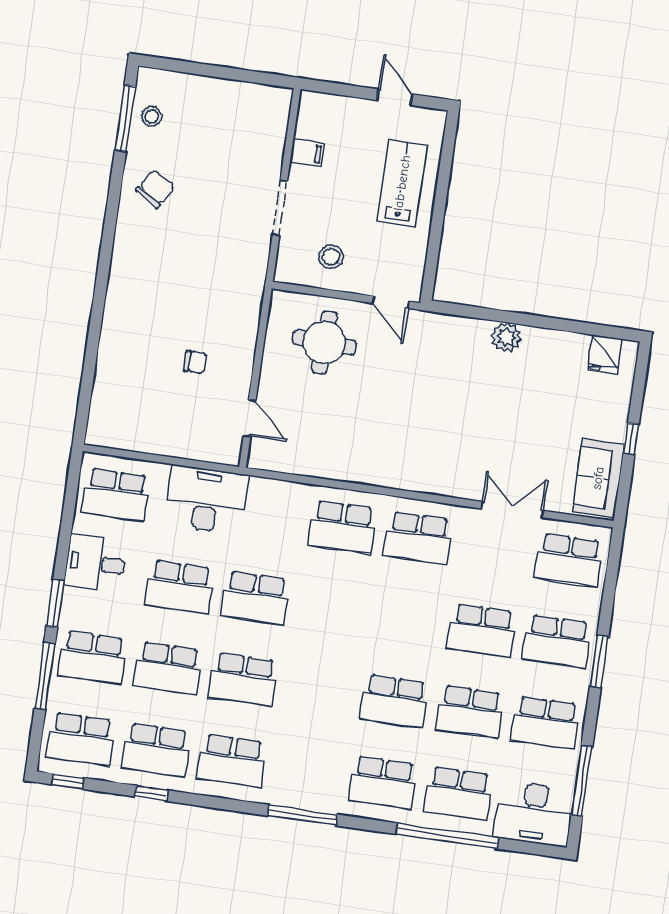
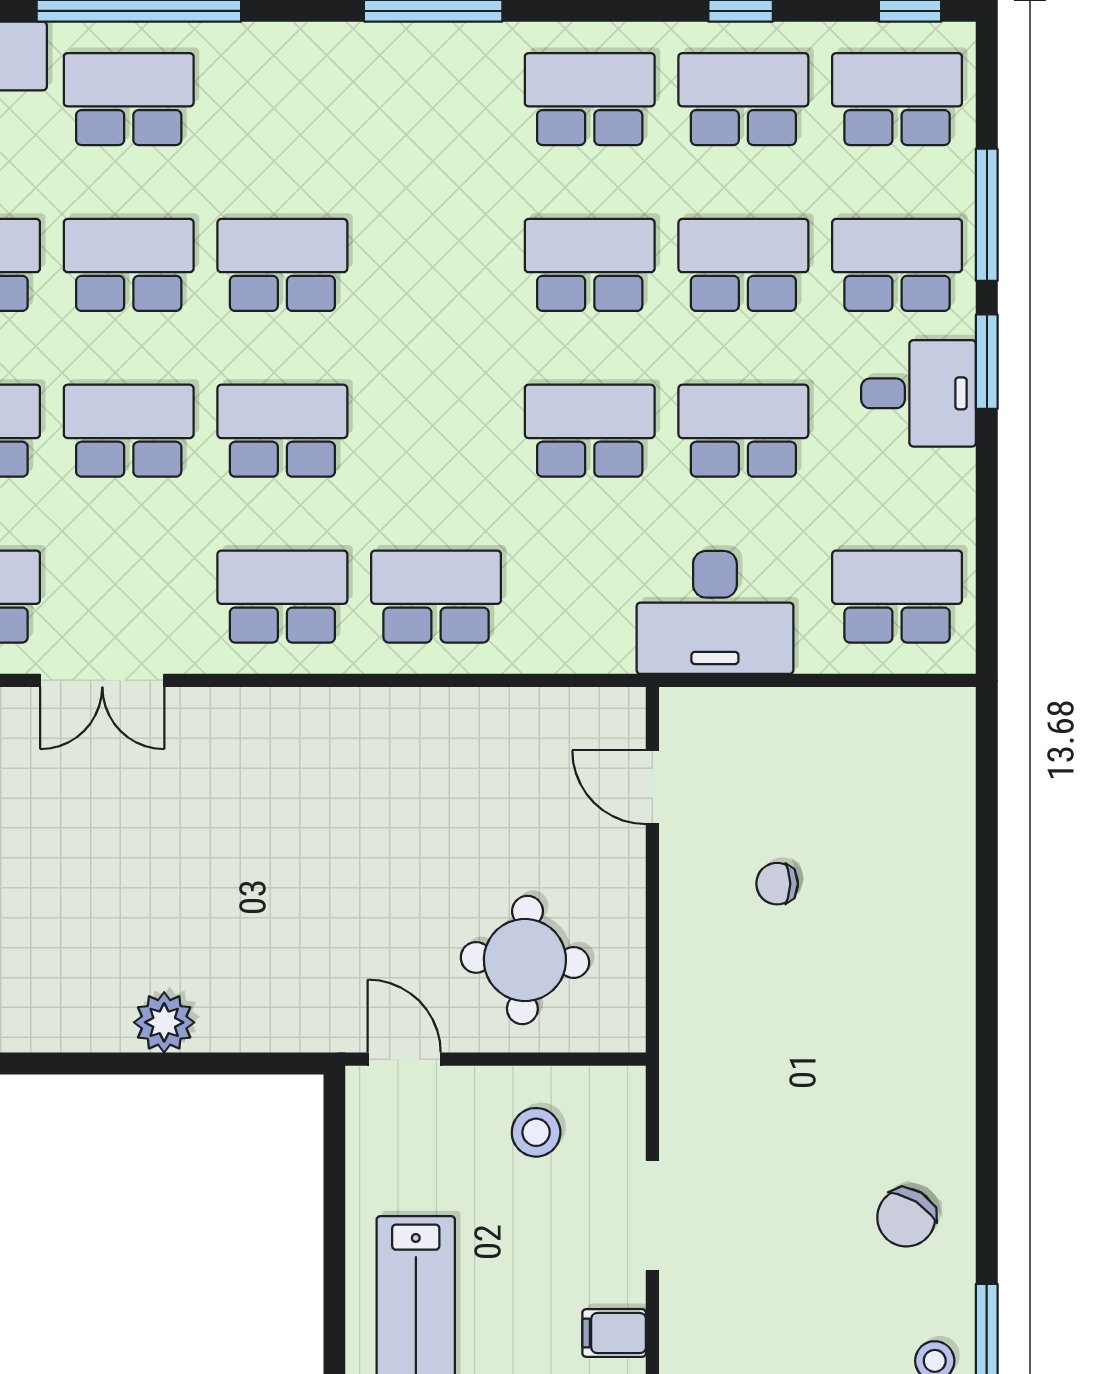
desk: (95, 563) -> (919, 393), moved
school desk: (383, 782) -> (282, 431), moved

